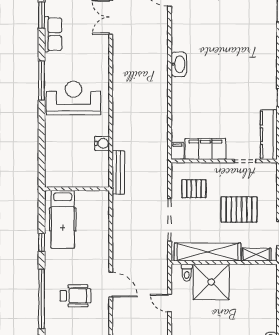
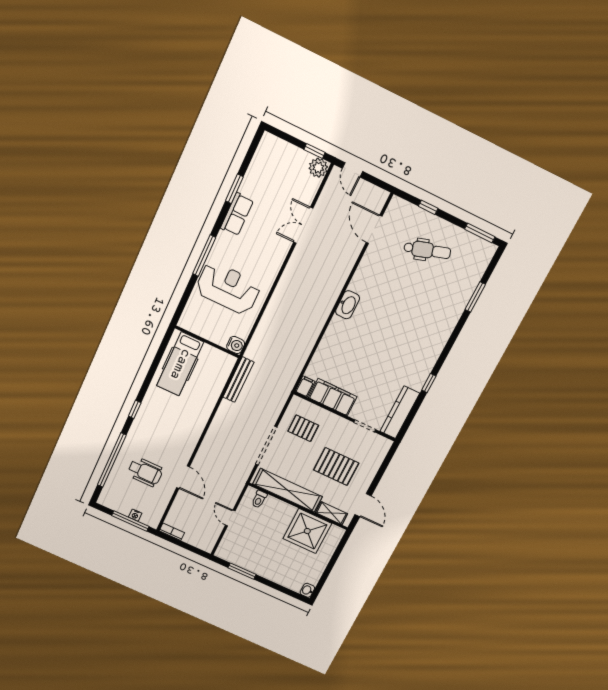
wall: (77, 189) -> (207, 342), moved
hospital bed: (63, 219) -> (180, 364), moved
shower: (211, 282) -> (307, 531), moved

